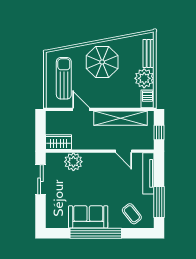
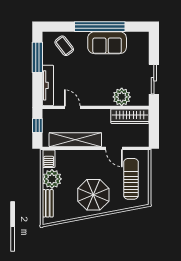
sun lounger: (64, 78) -> (131, 179), turned 180
wardrobe: (59, 142) -> (130, 116), width x1.50

